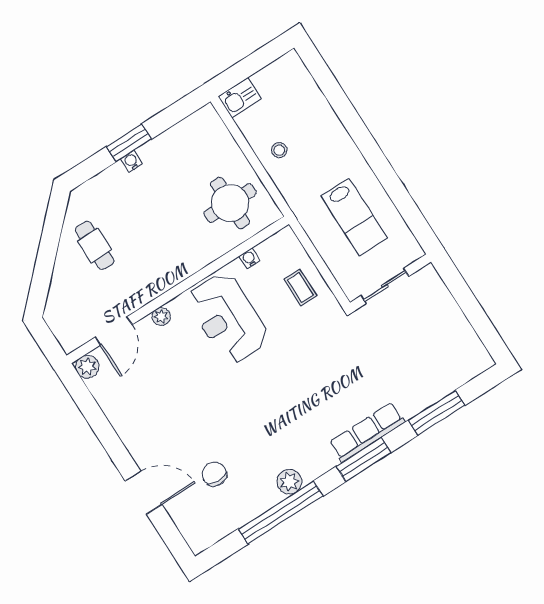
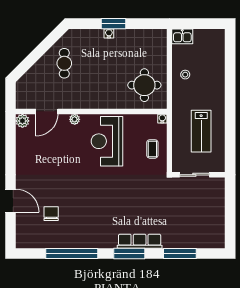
water cooler: (249, 259) -> (162, 119), moved
plant: (289, 482) -> (86, 241), removed

